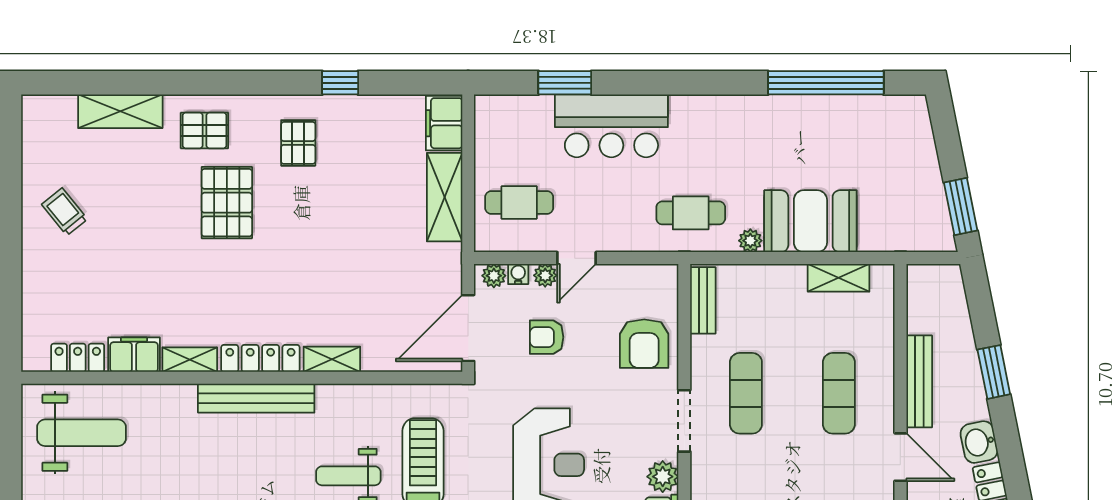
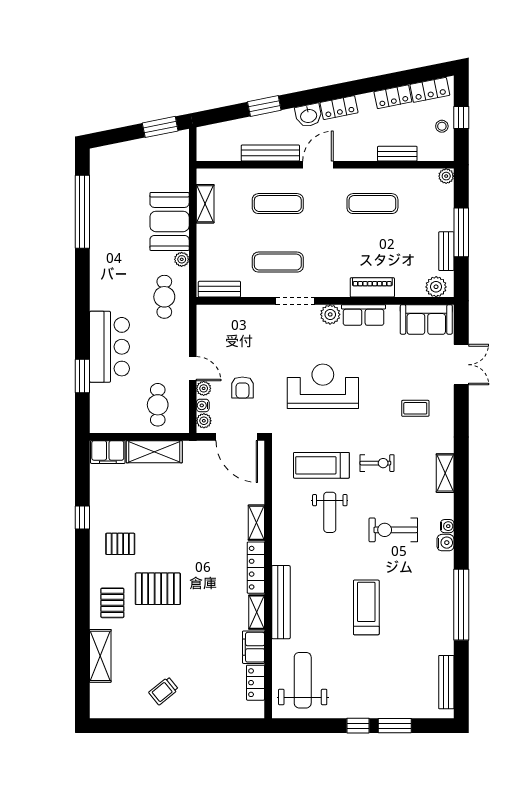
armchair: (644, 344) -> (247, 326), removed
bench: (256, 398) -> (281, 602), moved

